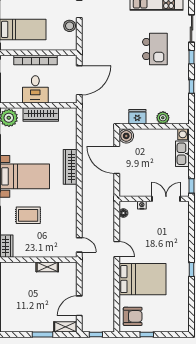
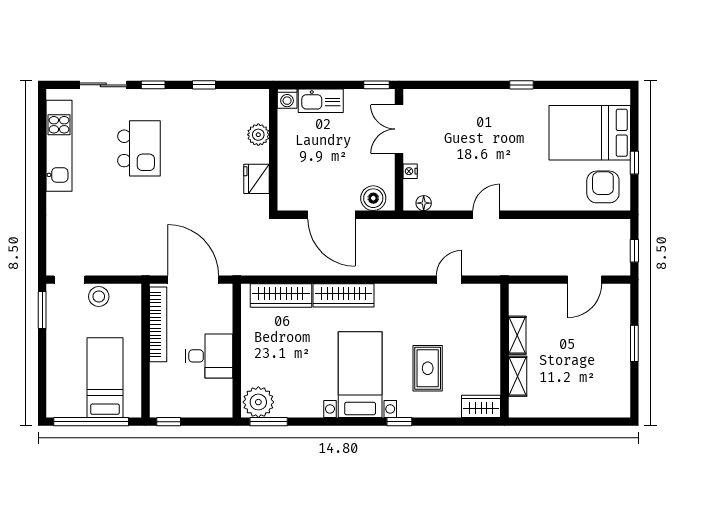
kitchen island: (155, 49) -> (139, 148), turned 90
bookcase: (35, 60) -> (158, 324), moved
wardrobe: (41, 115) -> (281, 295), moved, turned 90
boiler: (126, 136) -> (373, 198), moved
door: (117, 160) -> (331, 215), hinge flipped
door: (79, 245) -> (449, 280), moved
bed: (142, 279) -> (590, 133), moved, turned -90
door: (79, 306) -> (585, 280), hinge flipped
shelving: (65, 327) -> (518, 376), moved

